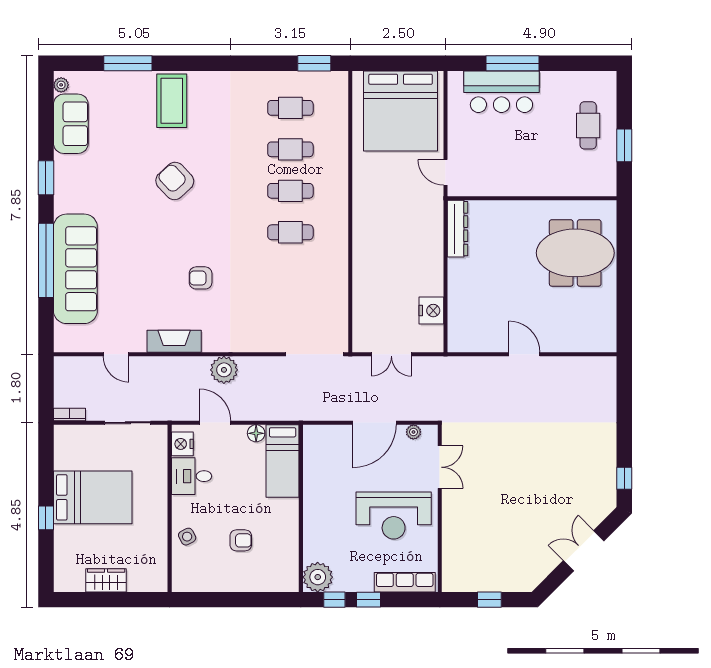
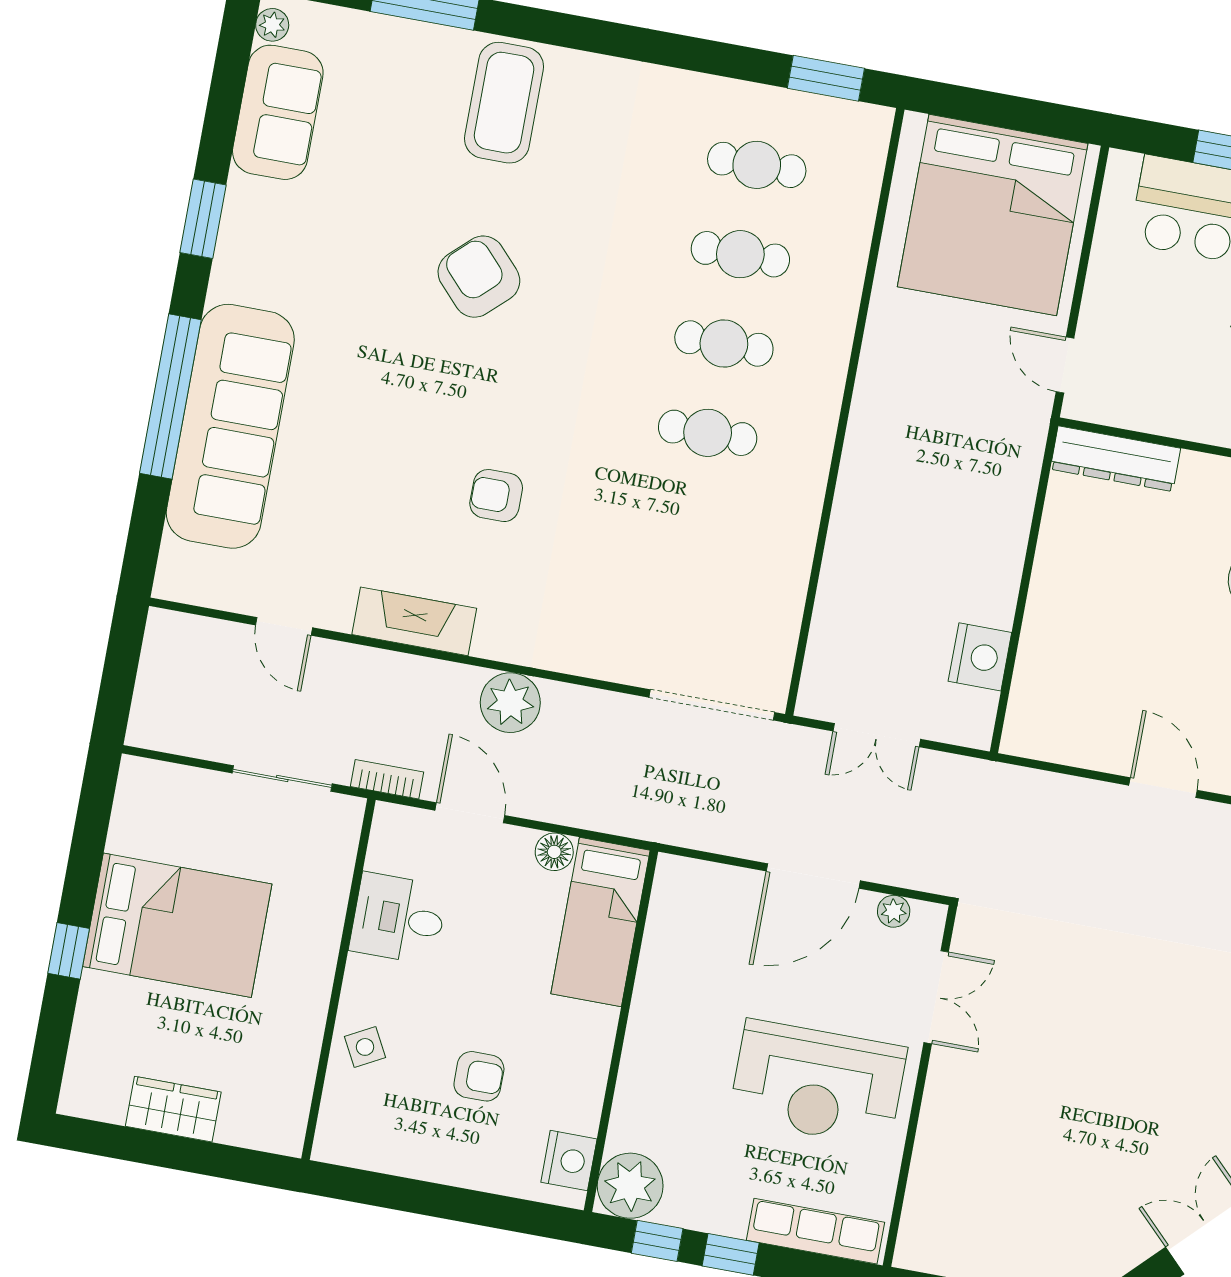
dresser: (457, 229) -> (1115, 459), moved, turned 90
bookcase: (69, 414) -> (387, 779), moved
nightstand: (182, 444) -> (569, 1161), moved, turned 180

